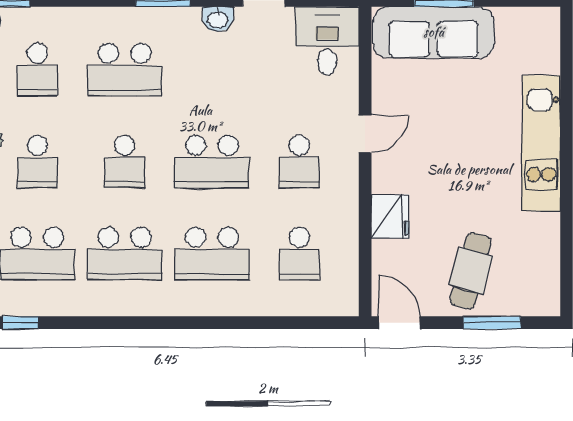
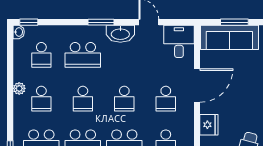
washbasin: (218, 19) -> (120, 34), width x1.91, depth x1.45
door: (365, 134) -> (197, 86), width x1.88
school desk: (212, 162) -> (124, 99), width x0.54

